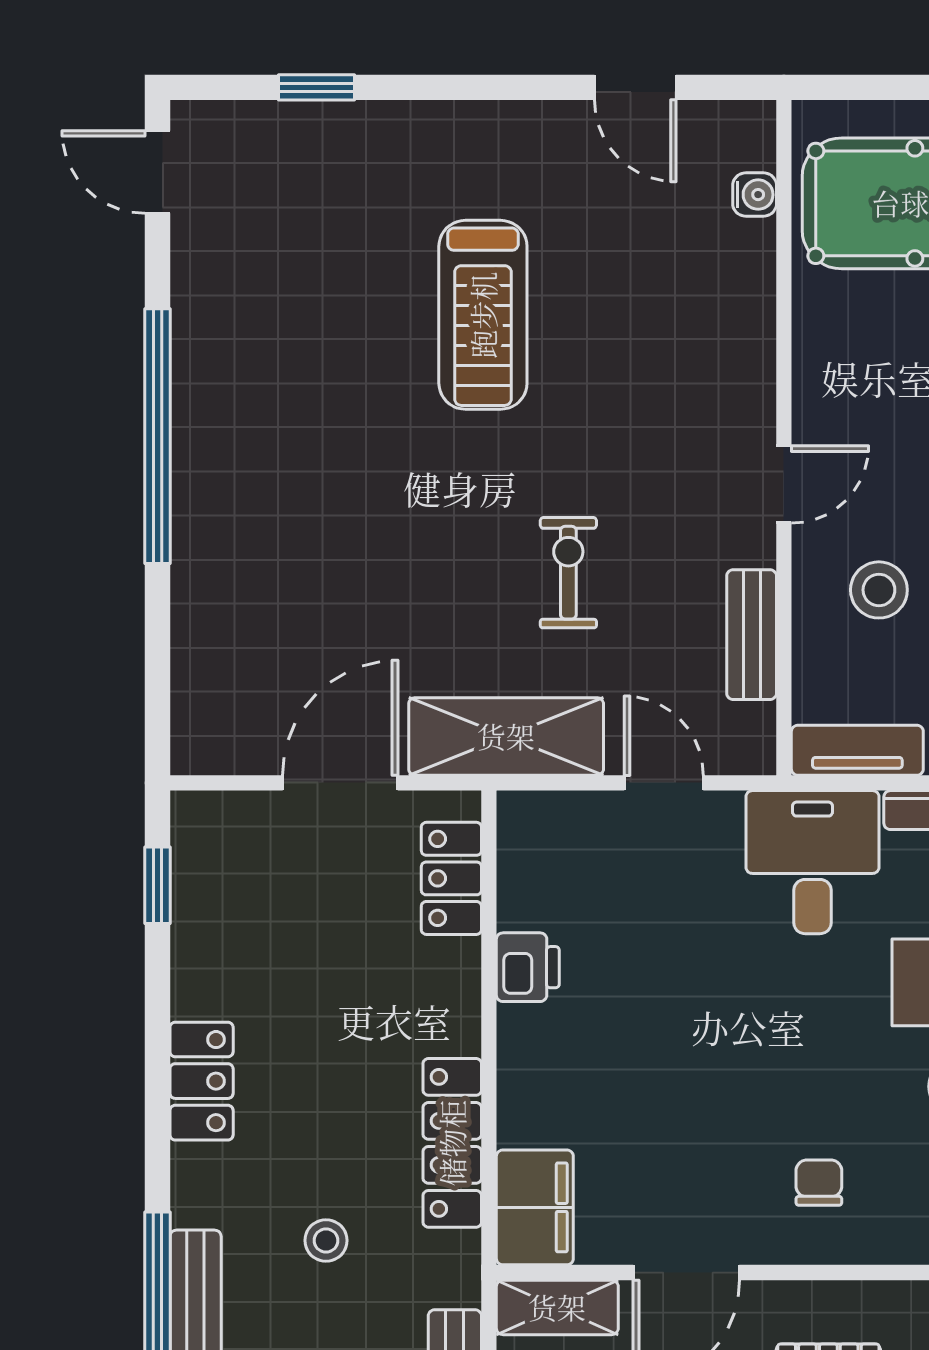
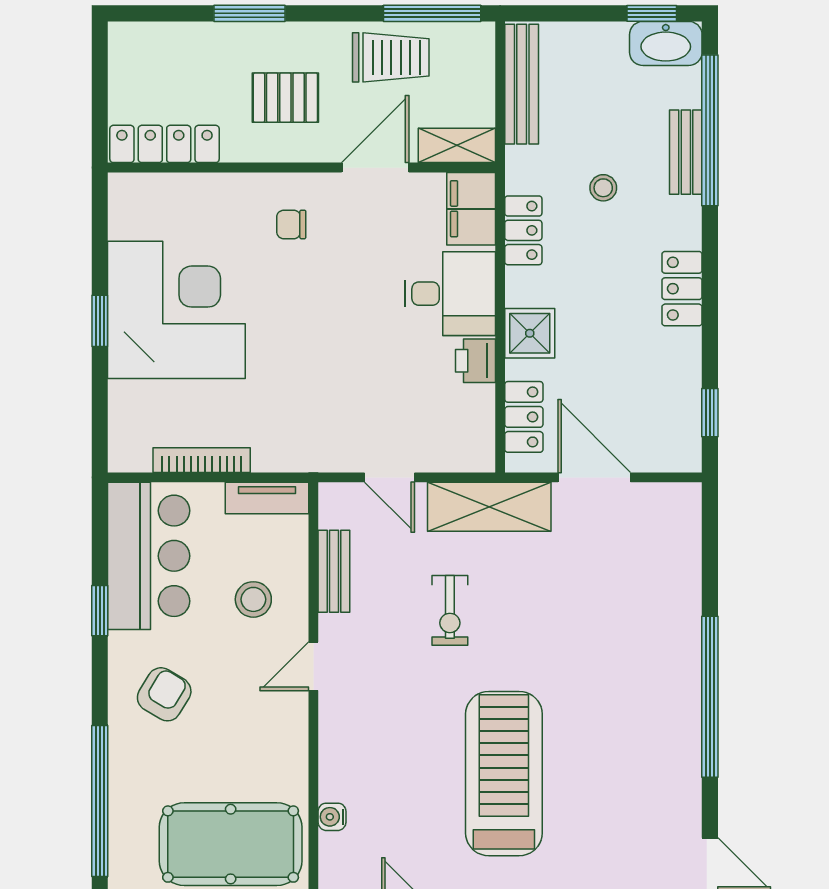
water cooler: (755, 195) -> (332, 817), moved
treadmill: (483, 315) -> (504, 774), width x1.37, depth x1.38
door: (340, 783) -> (594, 477), swing flipped
desk: (812, 862) -> (450, 294), moved, turned -90
shower: (442, 1011) -> (530, 333), added
locker: (452, 1143) -> (523, 230), width x0.66
chair: (819, 1183) -> (291, 224), turned 90

